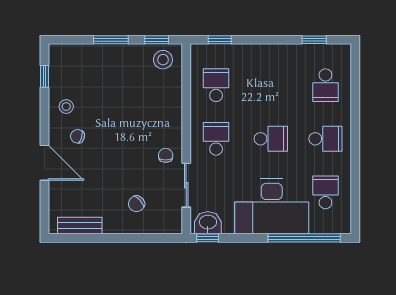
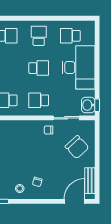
school desk: (271, 139) -> (39, 68), turned 90
door: (44, 163) -> (74, 201), moved
chair: (137, 204) -> (77, 147), width x1.87, depth x1.87
window: (304, 238) -> (97, 48), removed

